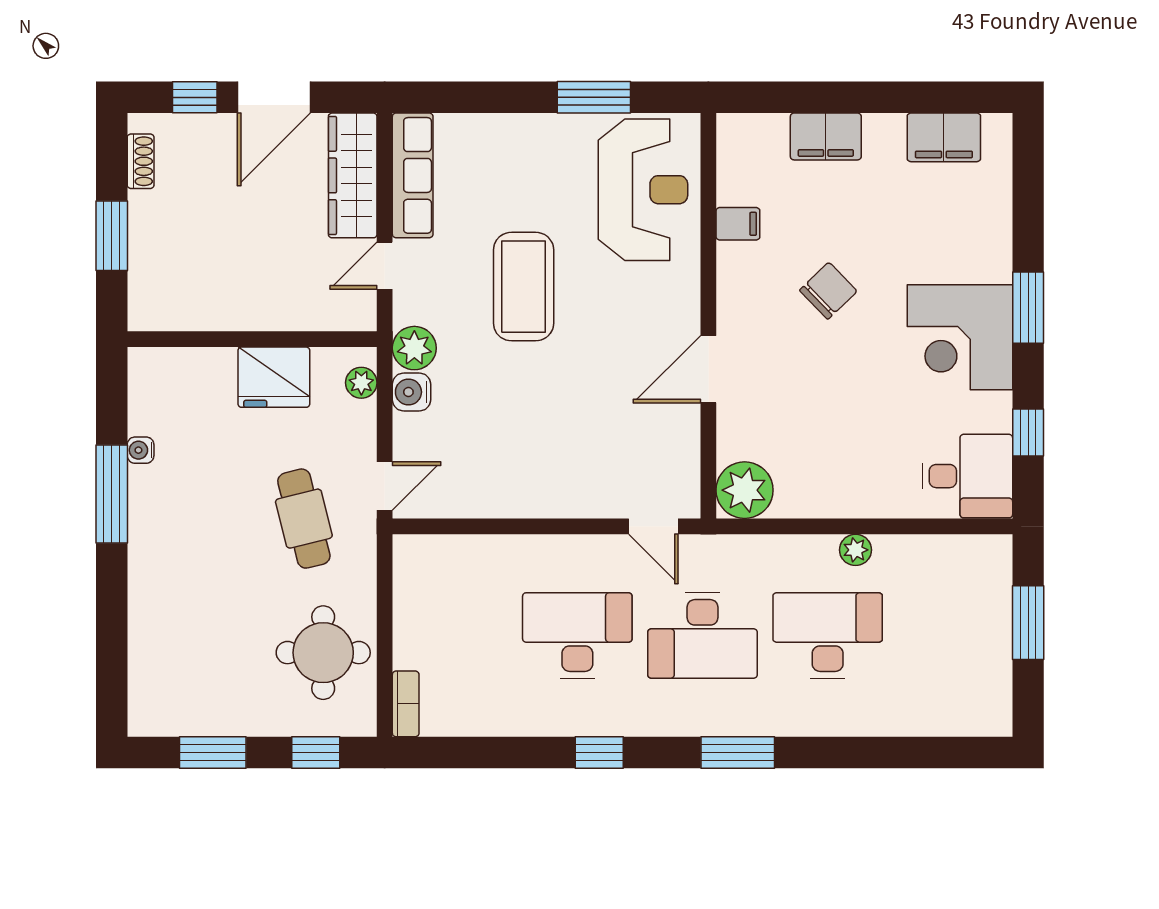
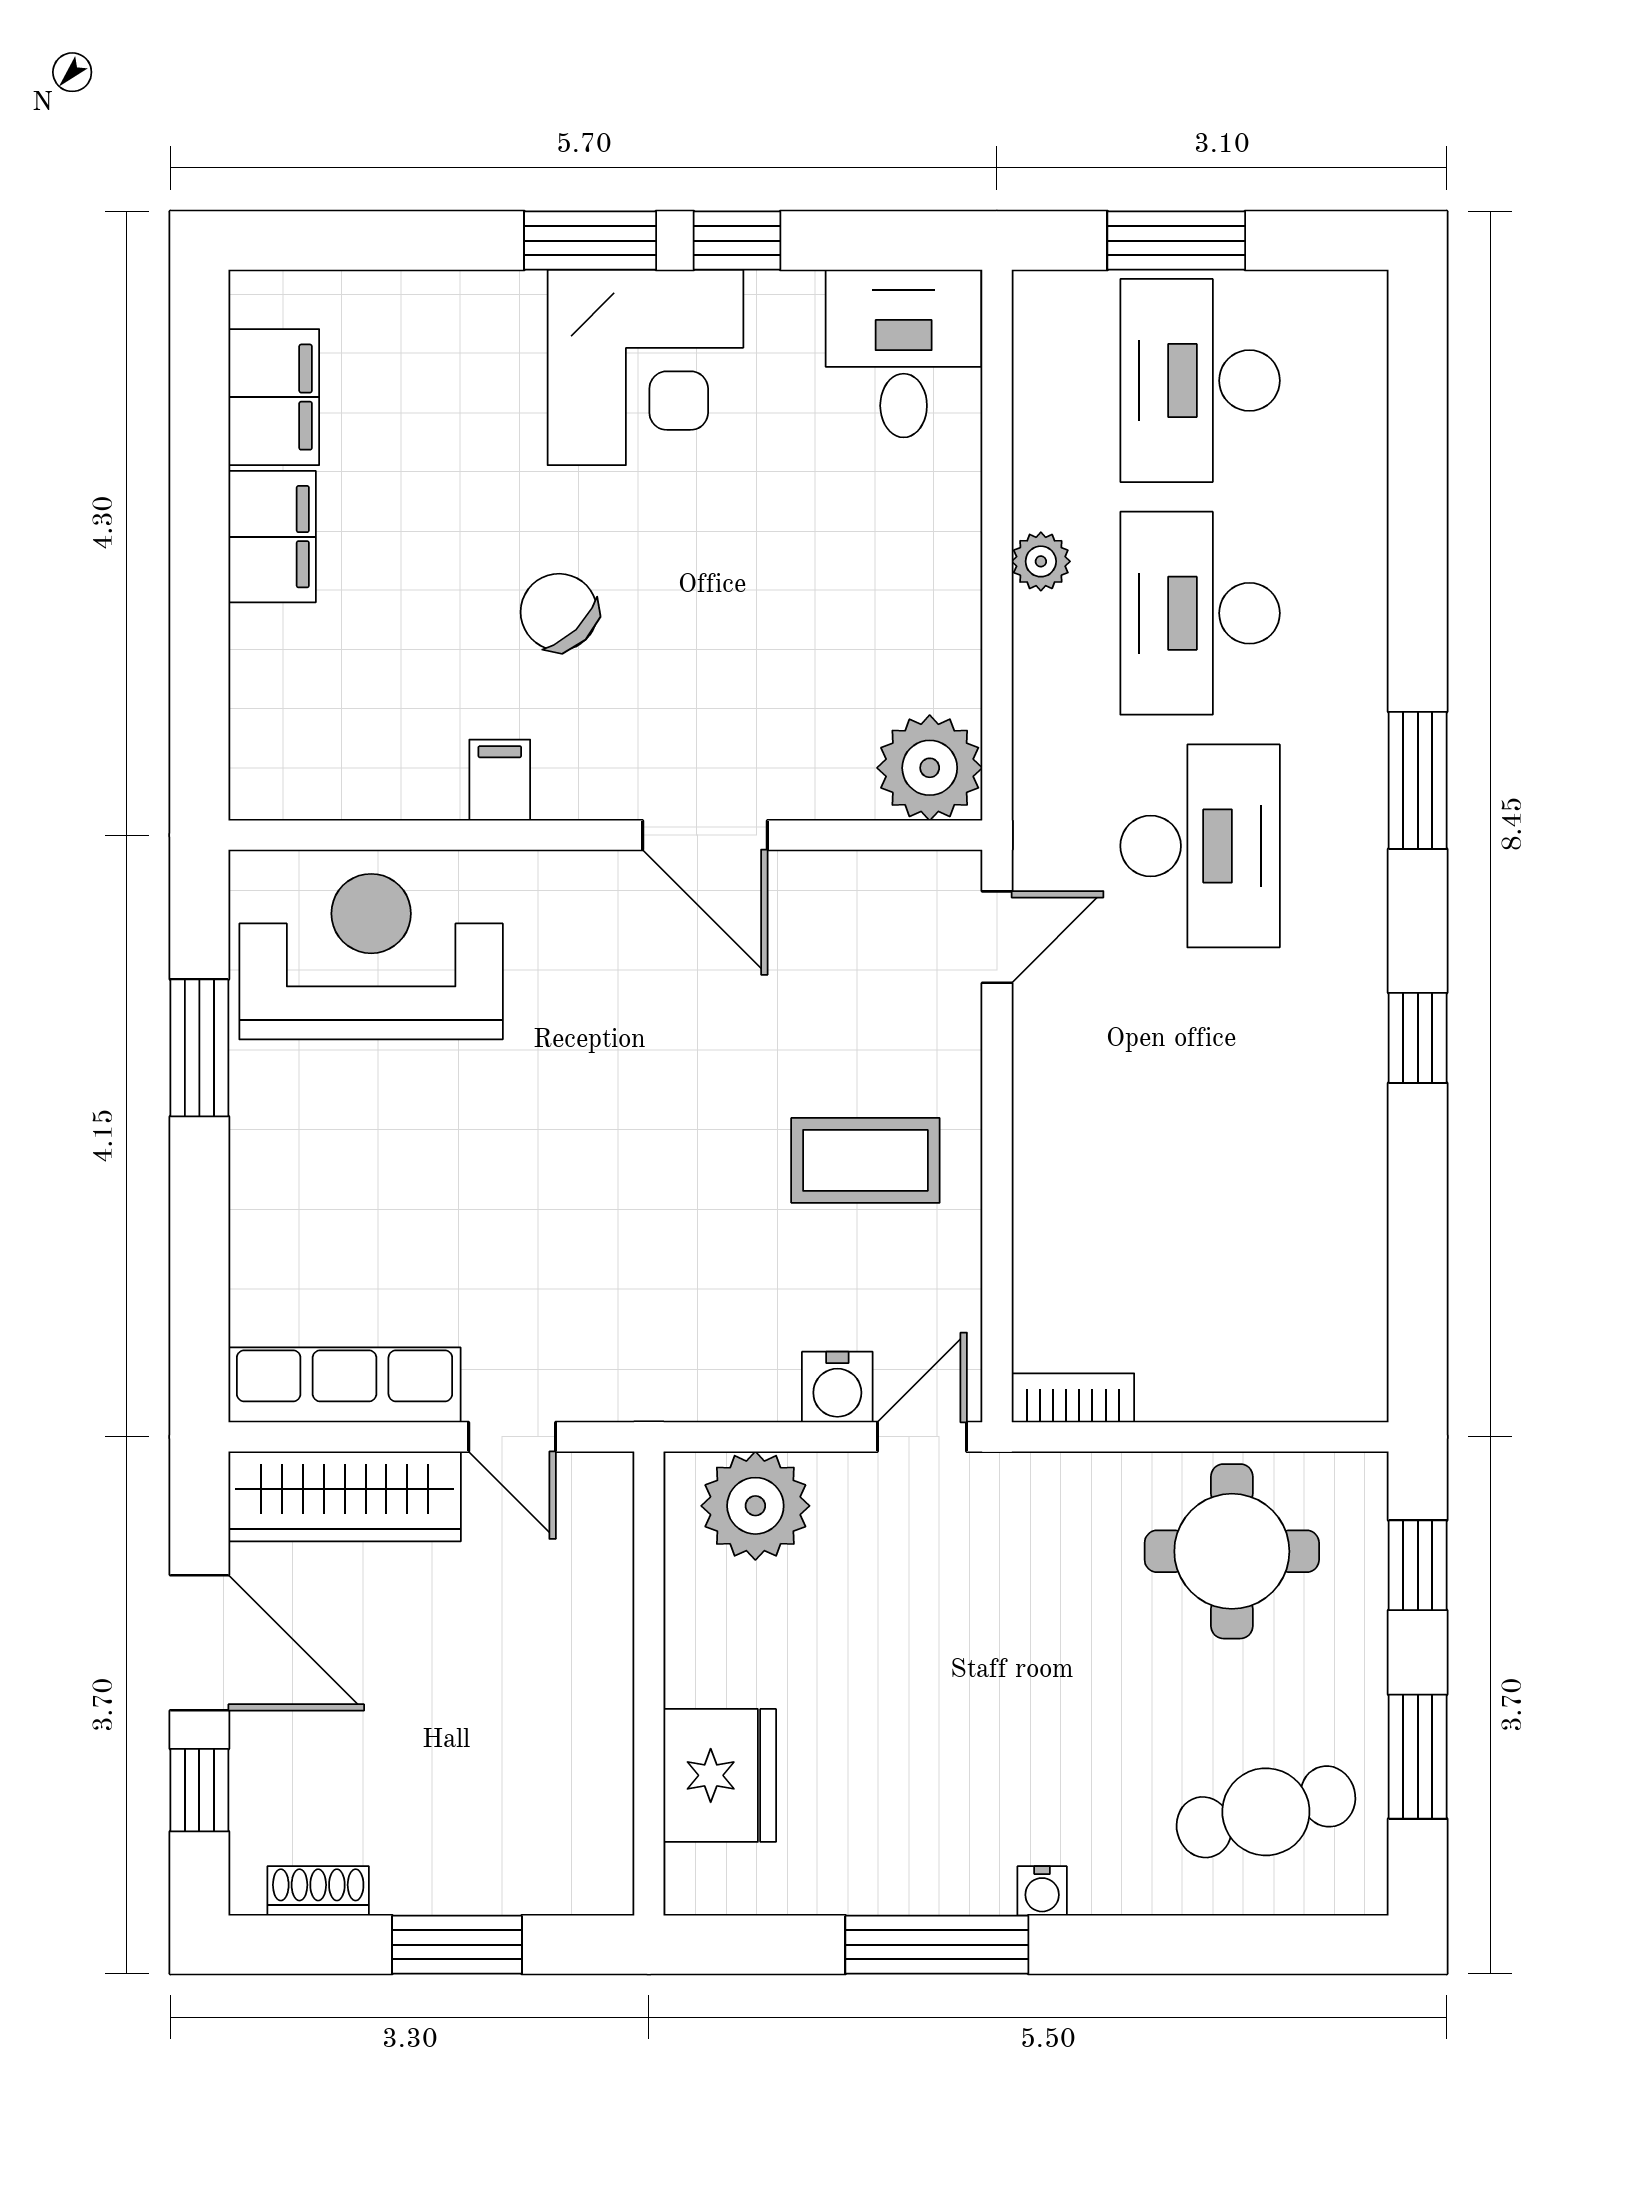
filing cabinet: (826, 136) -> (272, 537), moved
filing cabinet: (738, 224) -> (500, 780), moved
coffee table: (524, 287) -> (865, 1160), moved, width x0.73, depth x0.76
plant: (414, 348) -> (666, 1382), removed
fridge: (274, 377) -> (720, 1775), moved
plant: (361, 383) -> (755, 1506), width x1.87, depth x1.87
water cooler: (411, 392) -> (837, 1387), moved
window: (1028, 432) -> (737, 241), moved
water cooler: (141, 450) -> (1042, 1891), moved
door: (385, 486) -> (922, 1437), hinge flipped
cafe table: (304, 519) -> (1266, 1812), moved
desk: (577, 635) -> (1200, 381), moved
bookcase: (406, 704) -> (1073, 1398), moved

